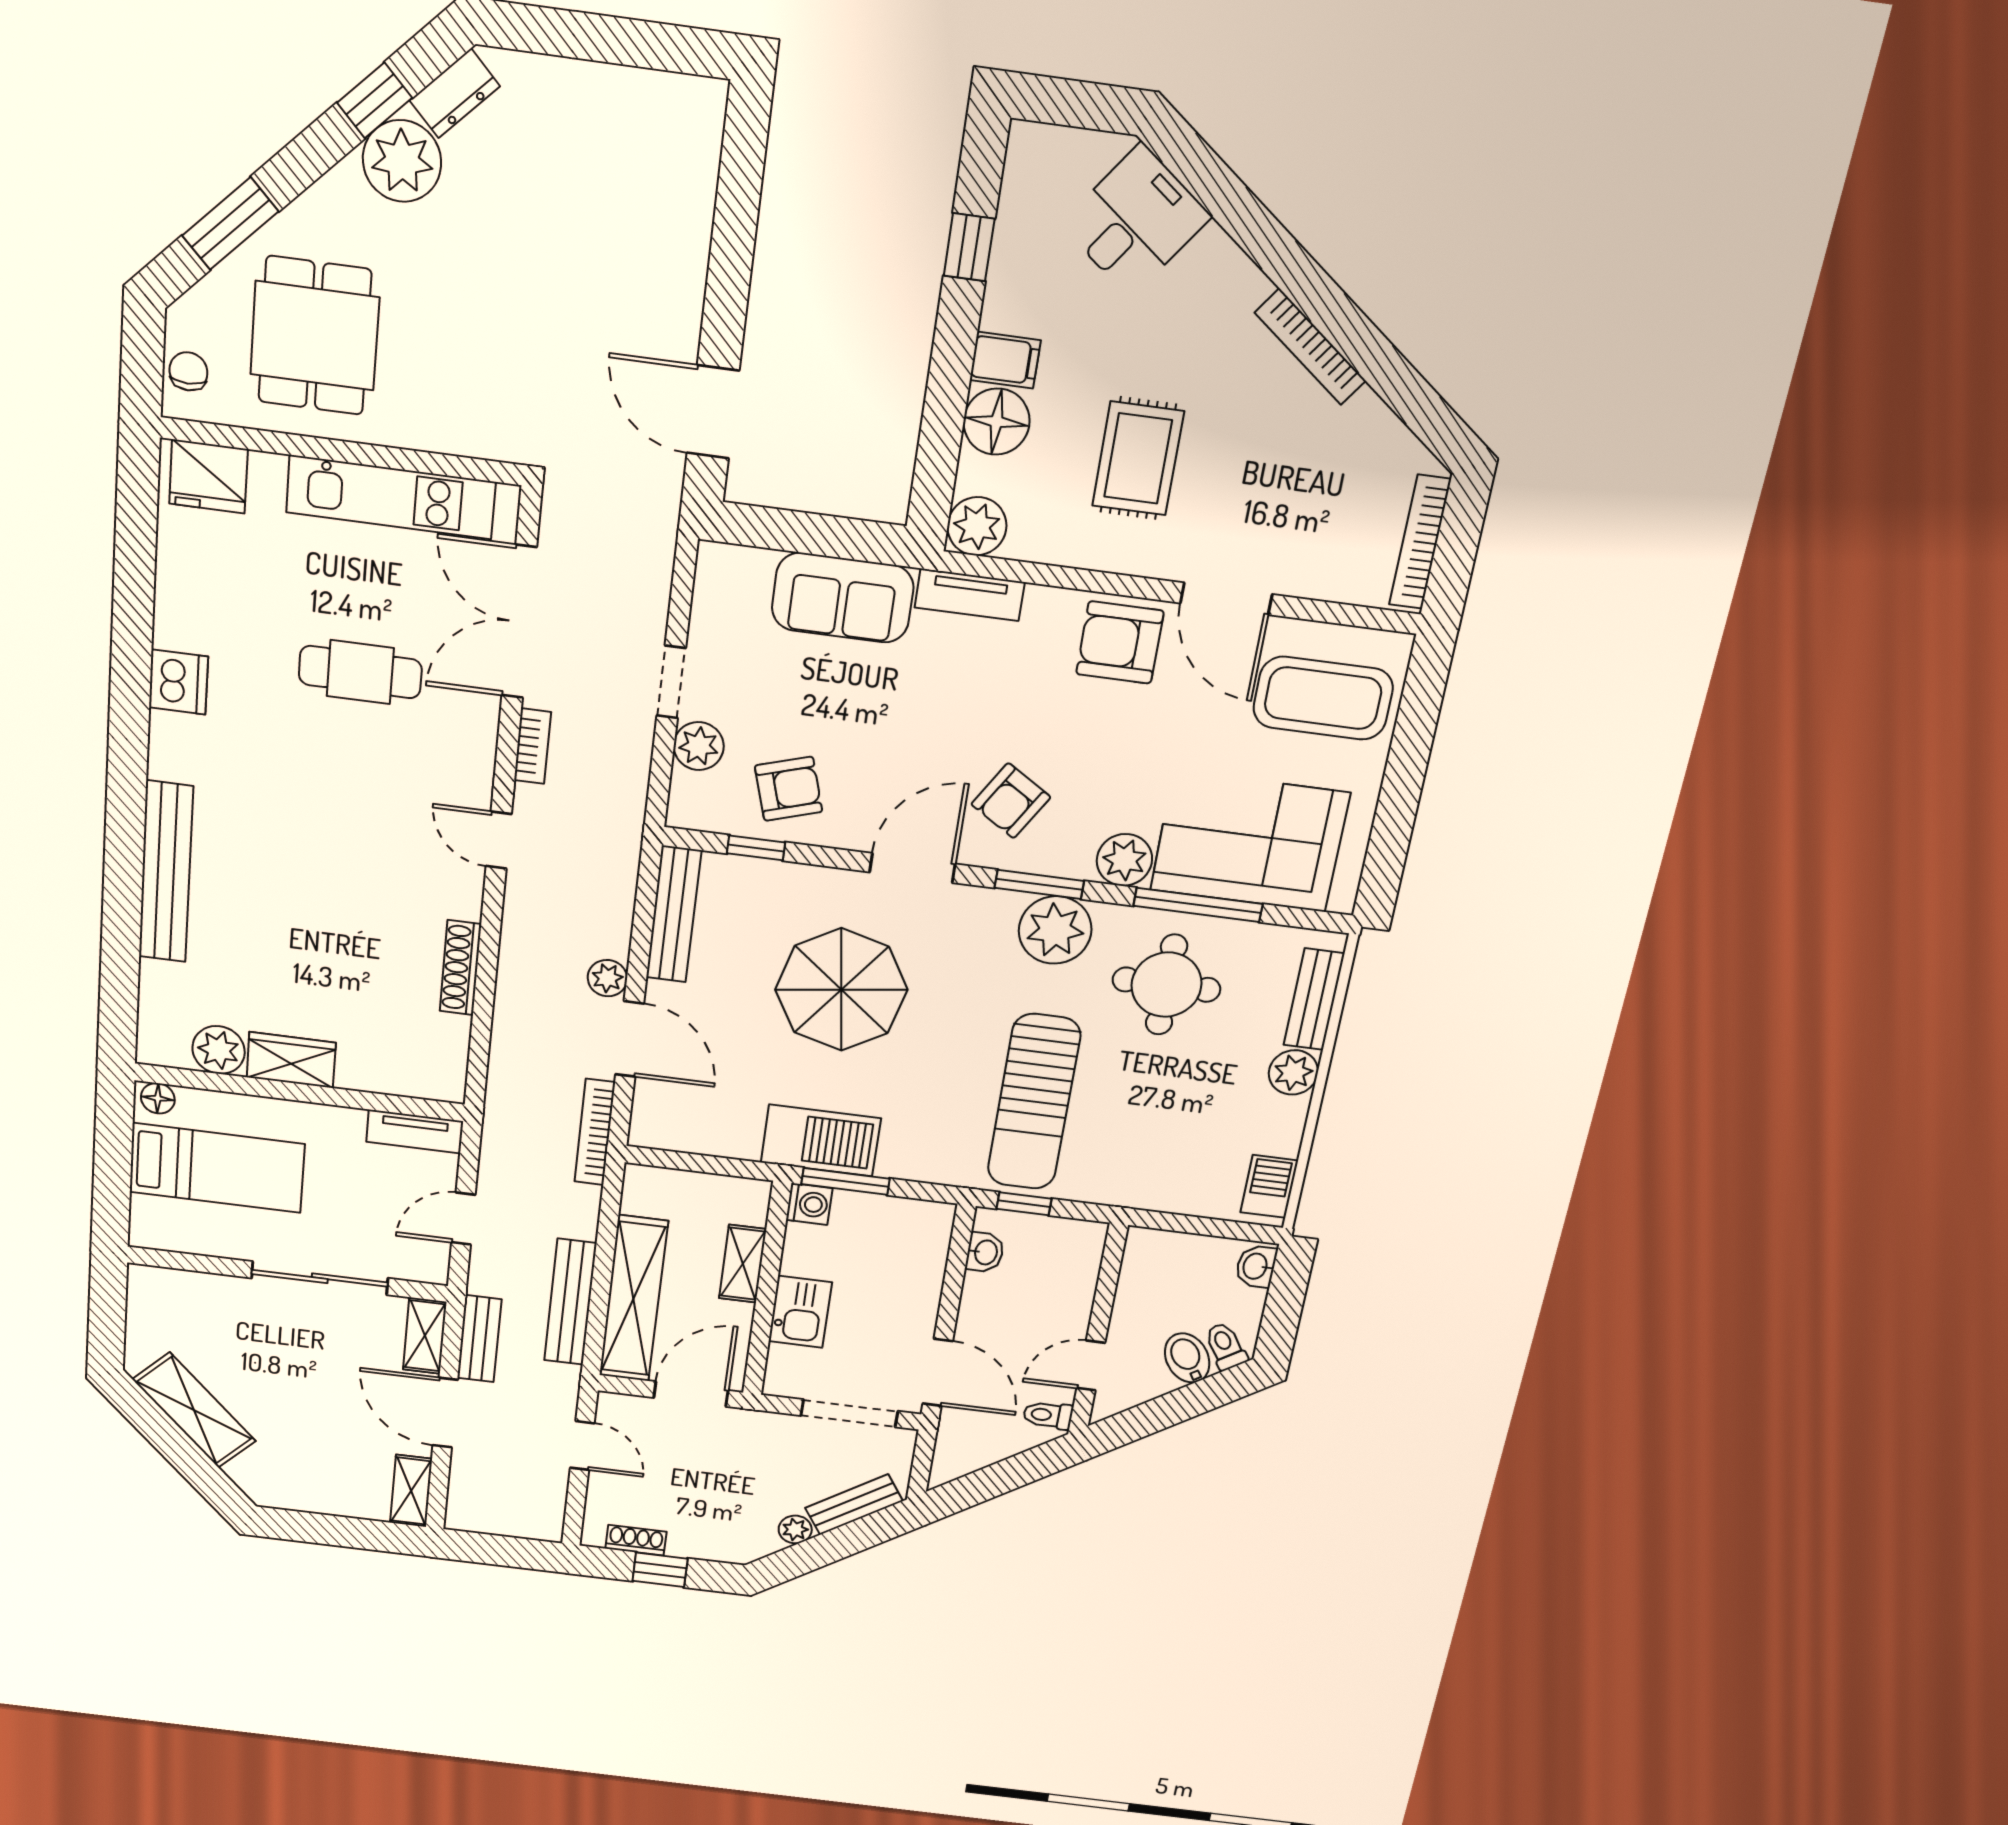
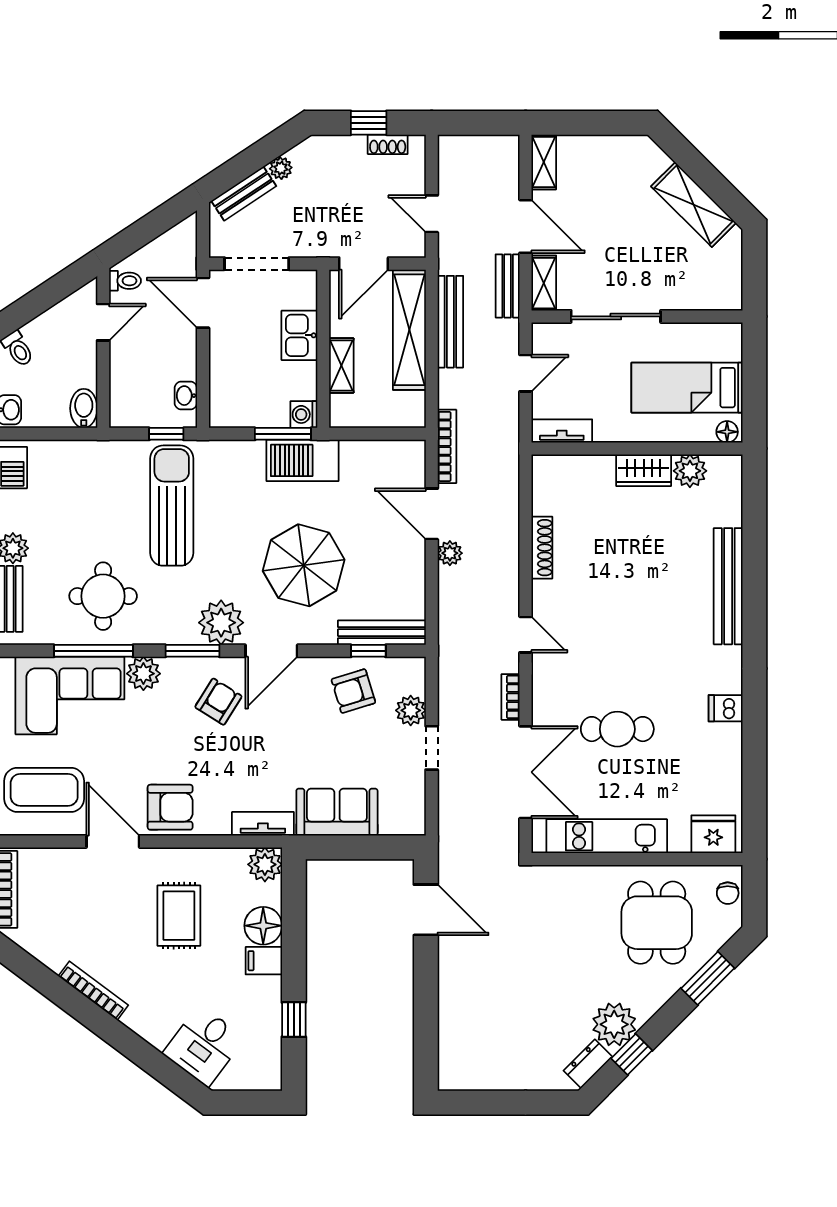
dishwasher: (178, 682) -> (726, 708), width x0.73
bench: (674, 914) -> (382, 633), moved, turned 90
plant: (1055, 930) -> (221, 623), moved
bidet: (1187, 1358) -> (84, 408), moved, turned -147

